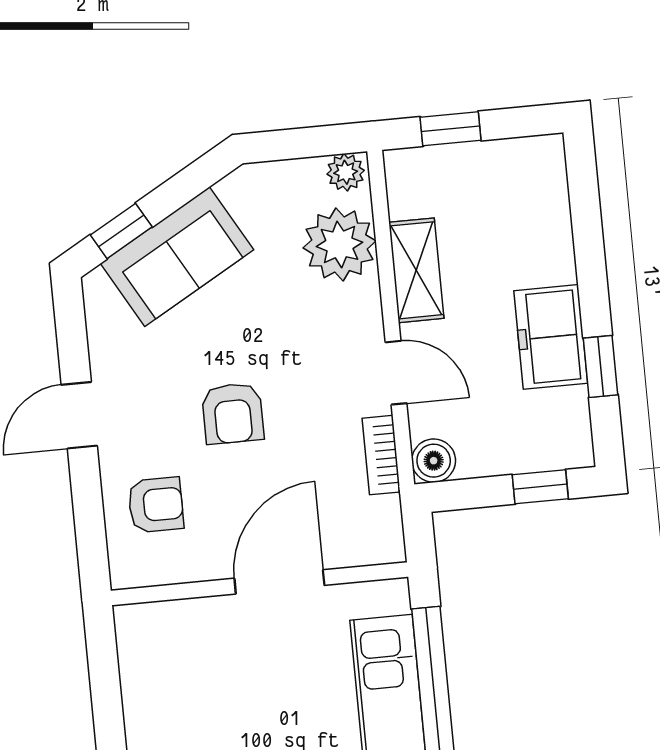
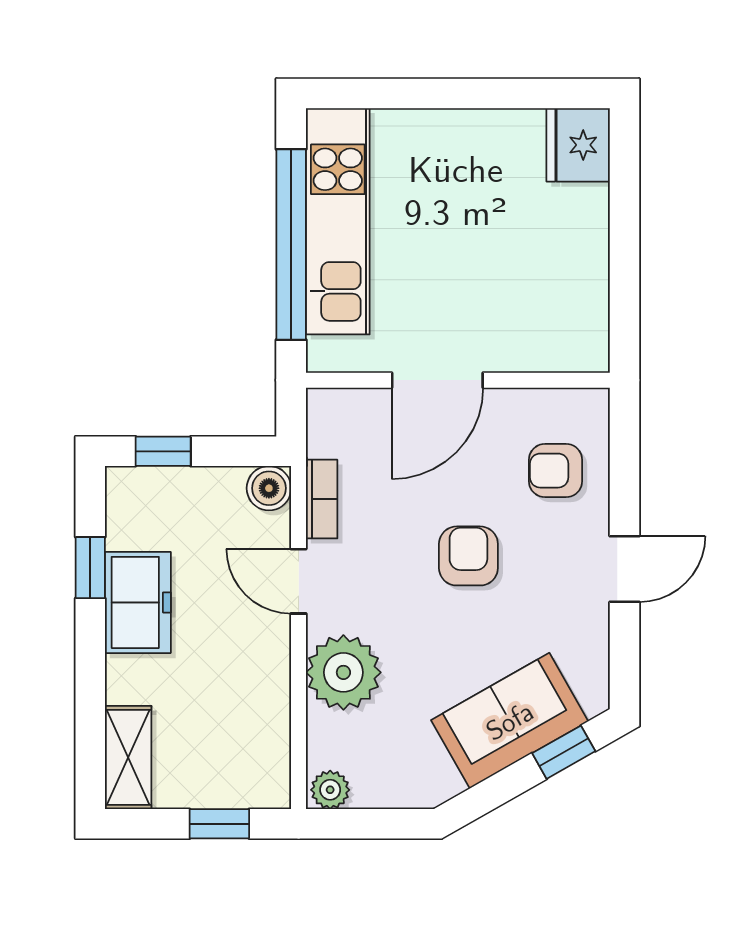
plant: (339, 244) -> (343, 672), moved
shelving: (416, 270) -> (128, 757), moved

